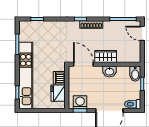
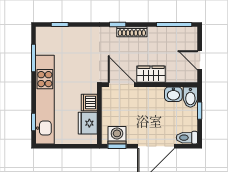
door: (142, 33) -> (200, 60), moved
washbasin: (109, 71) -> (173, 94), moved

